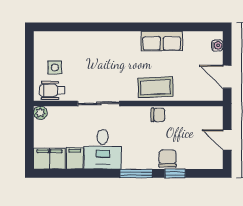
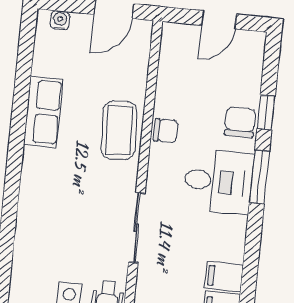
chair: (158, 115) -> (166, 131), turned 90
desk: (103, 149) -> (218, 182), moved
chair: (168, 158) -> (240, 122), turned 90

